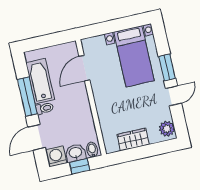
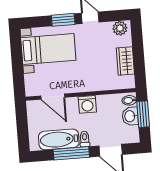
washing machine: (56, 156) -> (87, 104), moved, turned -90
window: (80, 166) -> (143, 114), width x1.50

